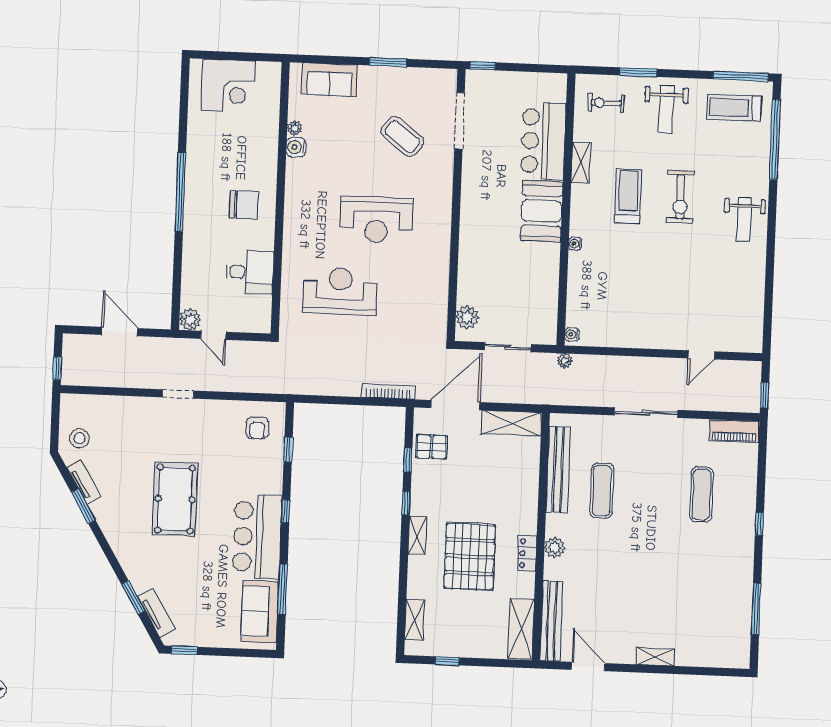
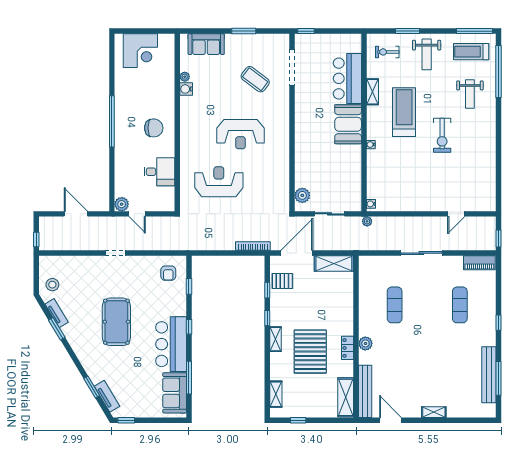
treadmill: (628, 196) -> (404, 112), width x1.37, depth x1.38
exercise bike: (680, 197) -> (442, 135), moved
weight bench: (744, 219) -> (470, 94), moved
bench: (558, 470) -> (489, 375), moved

